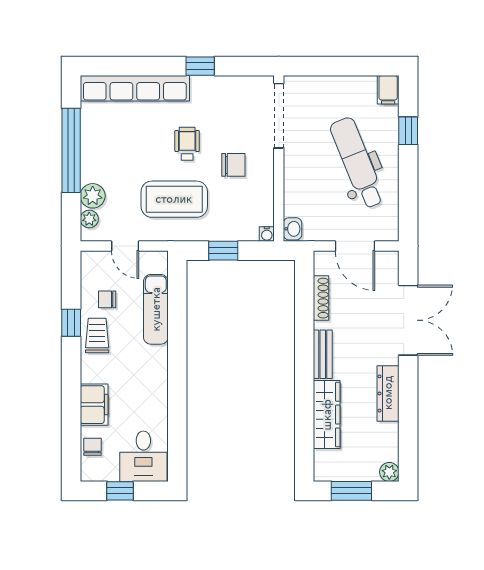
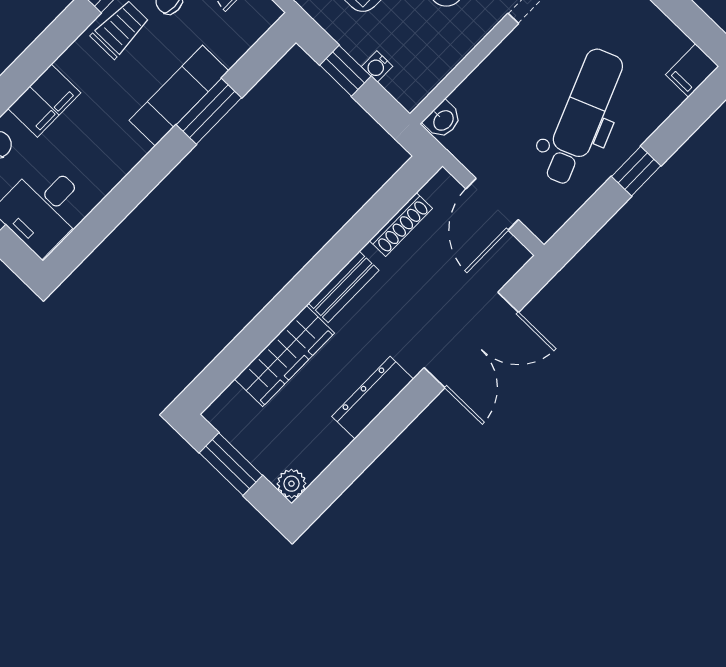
window: (408, 131) -> (636, 171), moved
water cooler: (267, 234) -> (377, 66), moved
exam couch: (156, 309) -> (179, 96), moved
window: (177, 333) -> (209, 111), added

